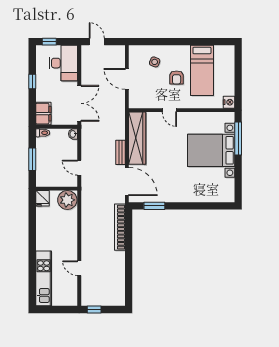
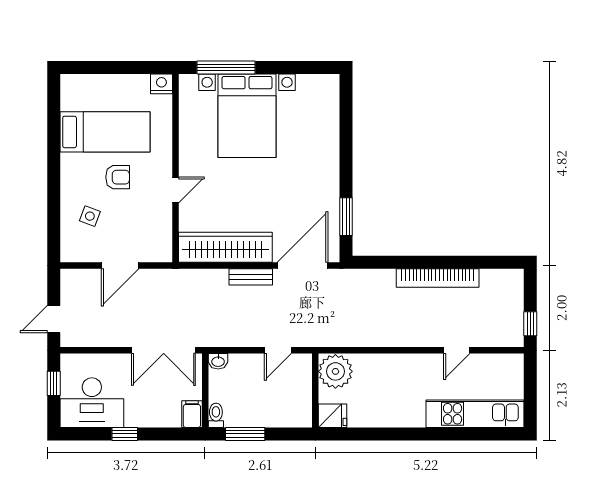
window: (49, 42) -> (54, 383), moved
desk: (63, 63) -> (92, 403), moved, turned 180
double door: (79, 103) -> (164, 350), swing flipped
filing cabinet: (43, 114) -> (192, 414), width x0.50
window: (32, 159) -> (245, 434), moved
bookcase: (120, 227) -> (438, 278), moved

